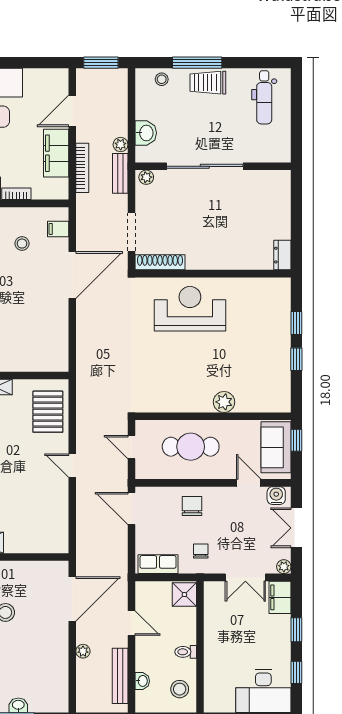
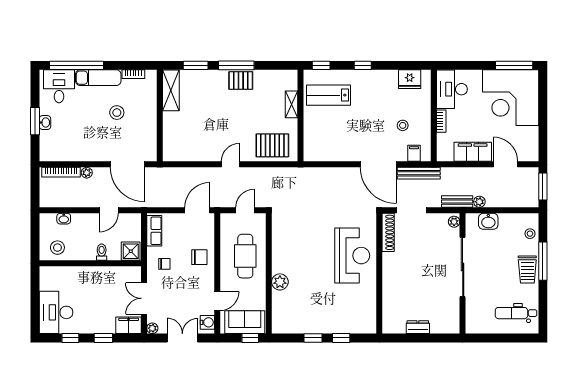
trolley: (208, 83) -> (527, 269), turned 180
bookcase: (82, 168) -> (61, 172), moved
dresser: (282, 255) -> (418, 327), moved
toilet: (186, 652) -> (102, 252), moved
bench: (120, 676) -> (419, 173), moved

